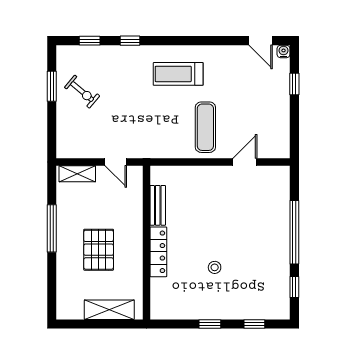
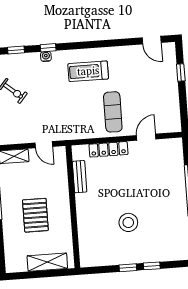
water cooler: (284, 51) -> (46, 56), moved
locker: (158, 252) -> (108, 149), moved, turned 90
stool: (215, 267) -> (128, 222), width x1.89, depth x1.89
window: (254, 324) -> (152, 266), moved

